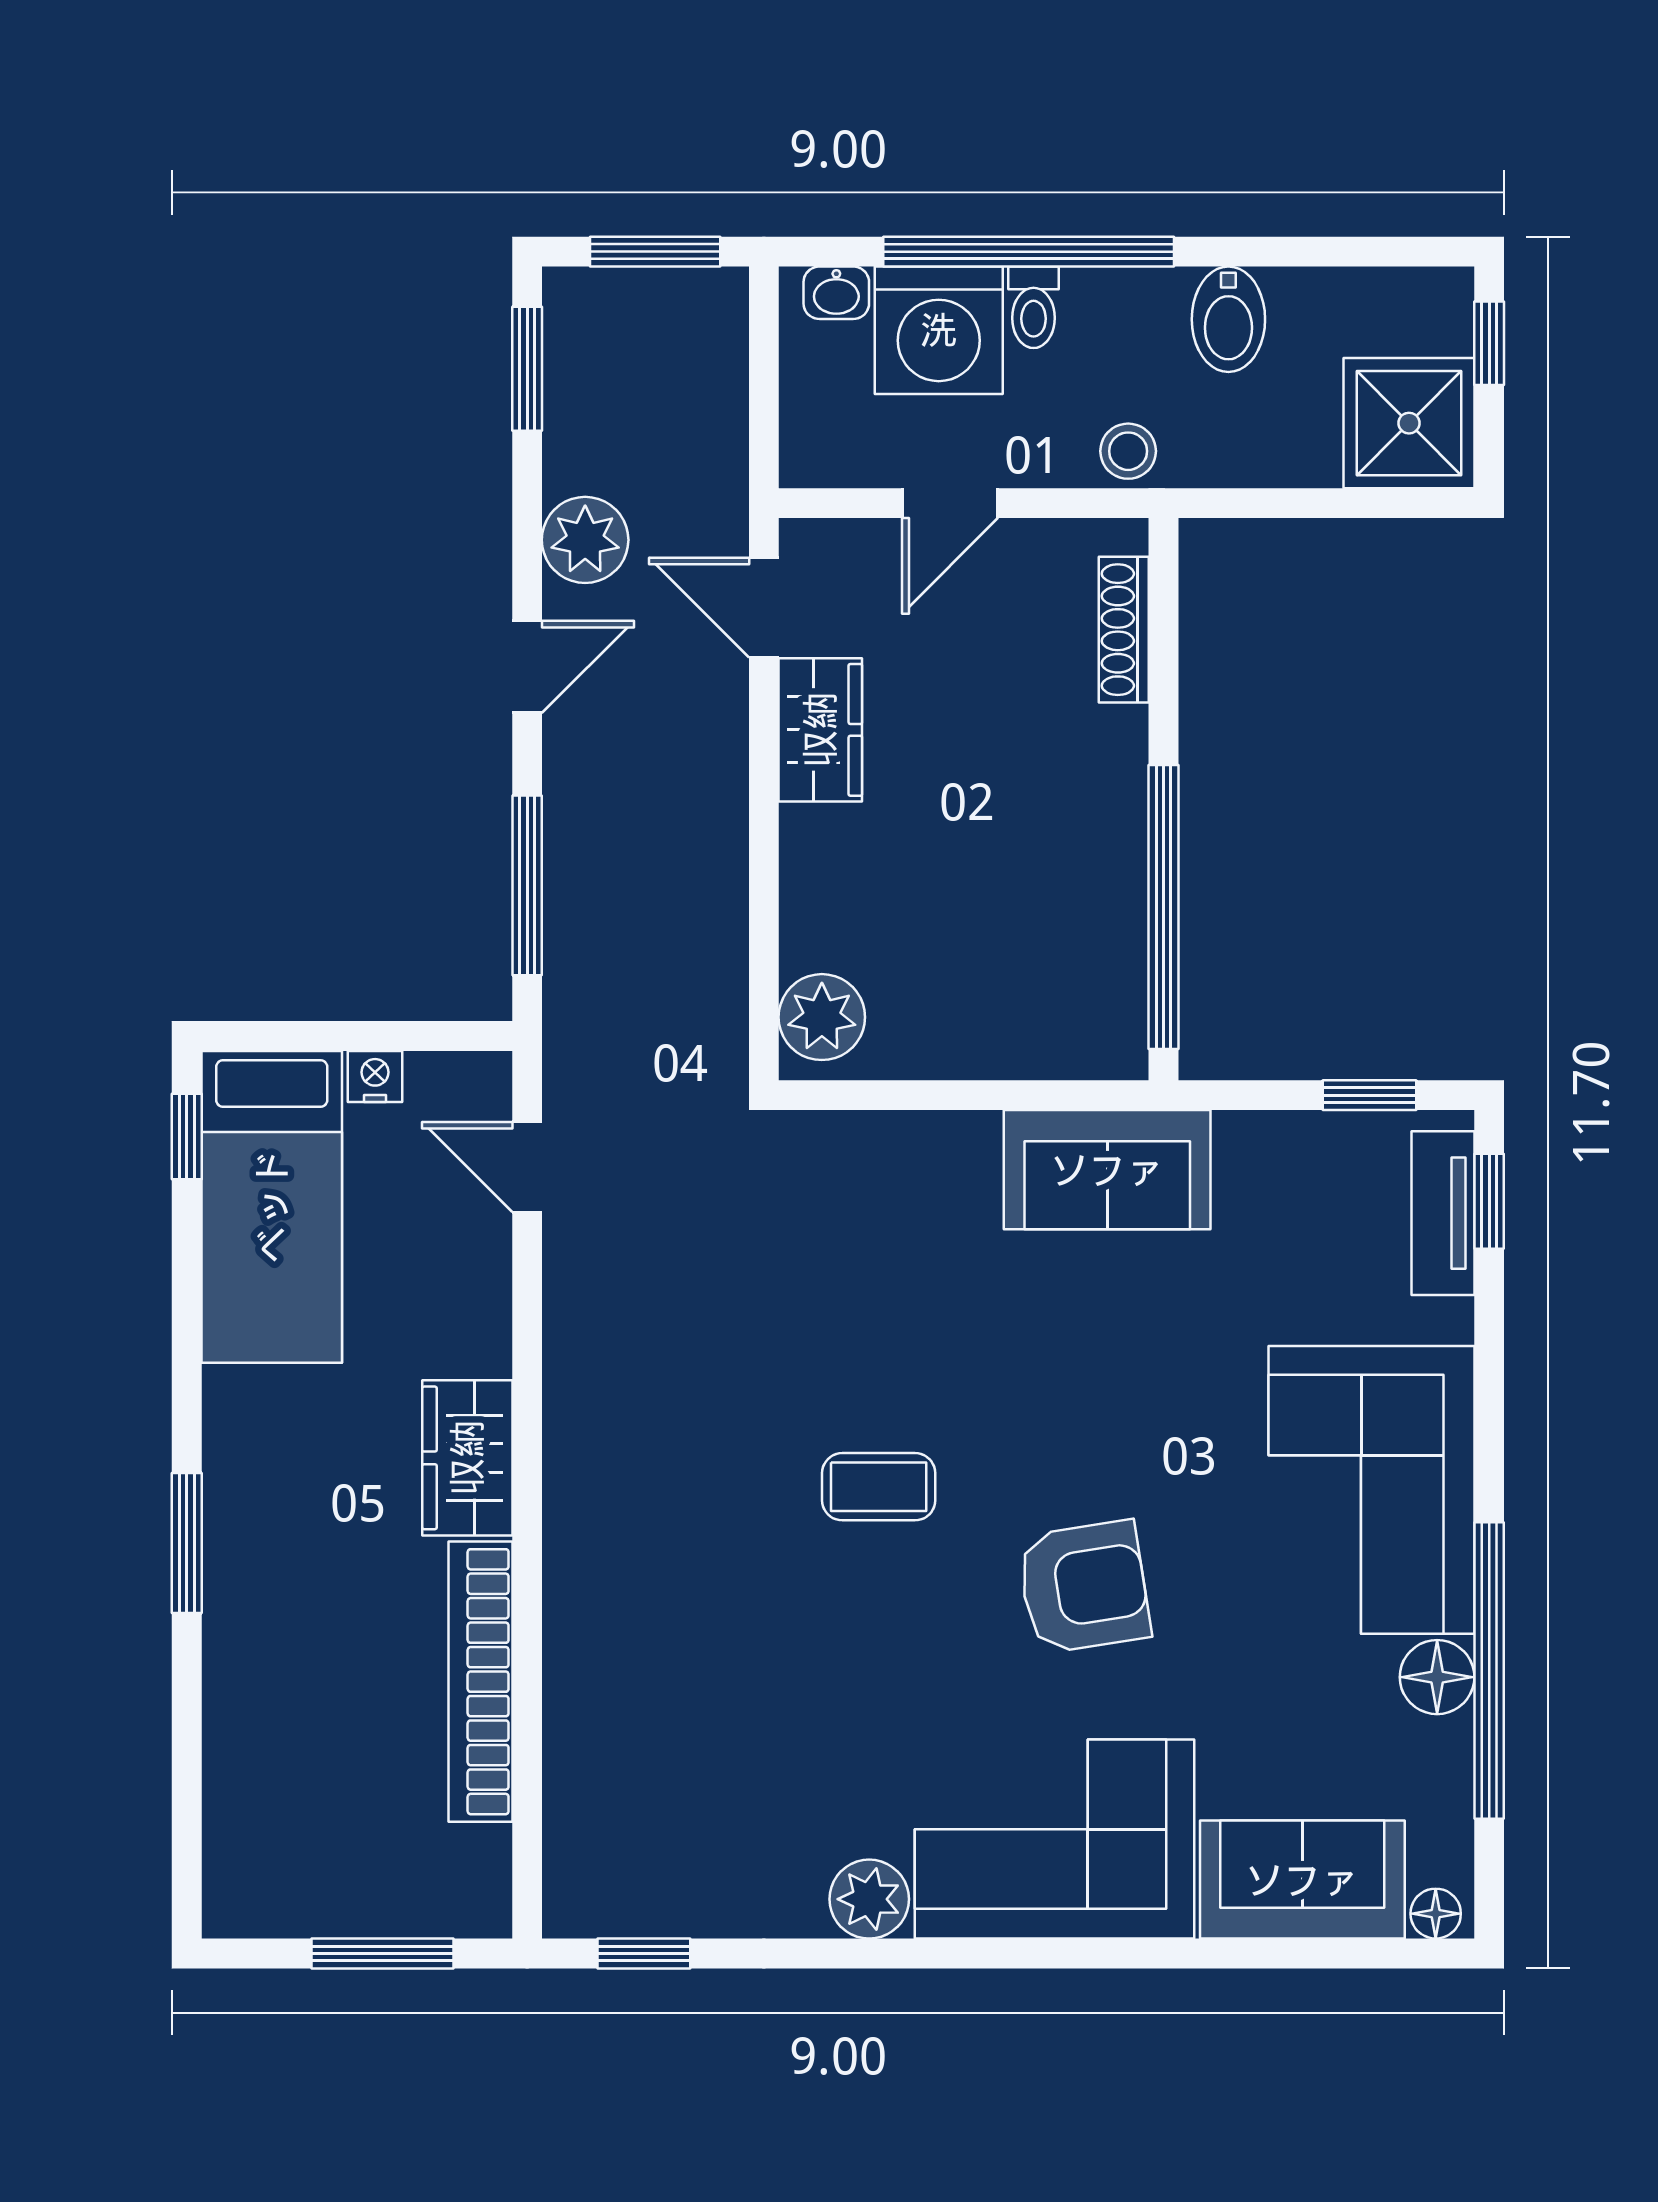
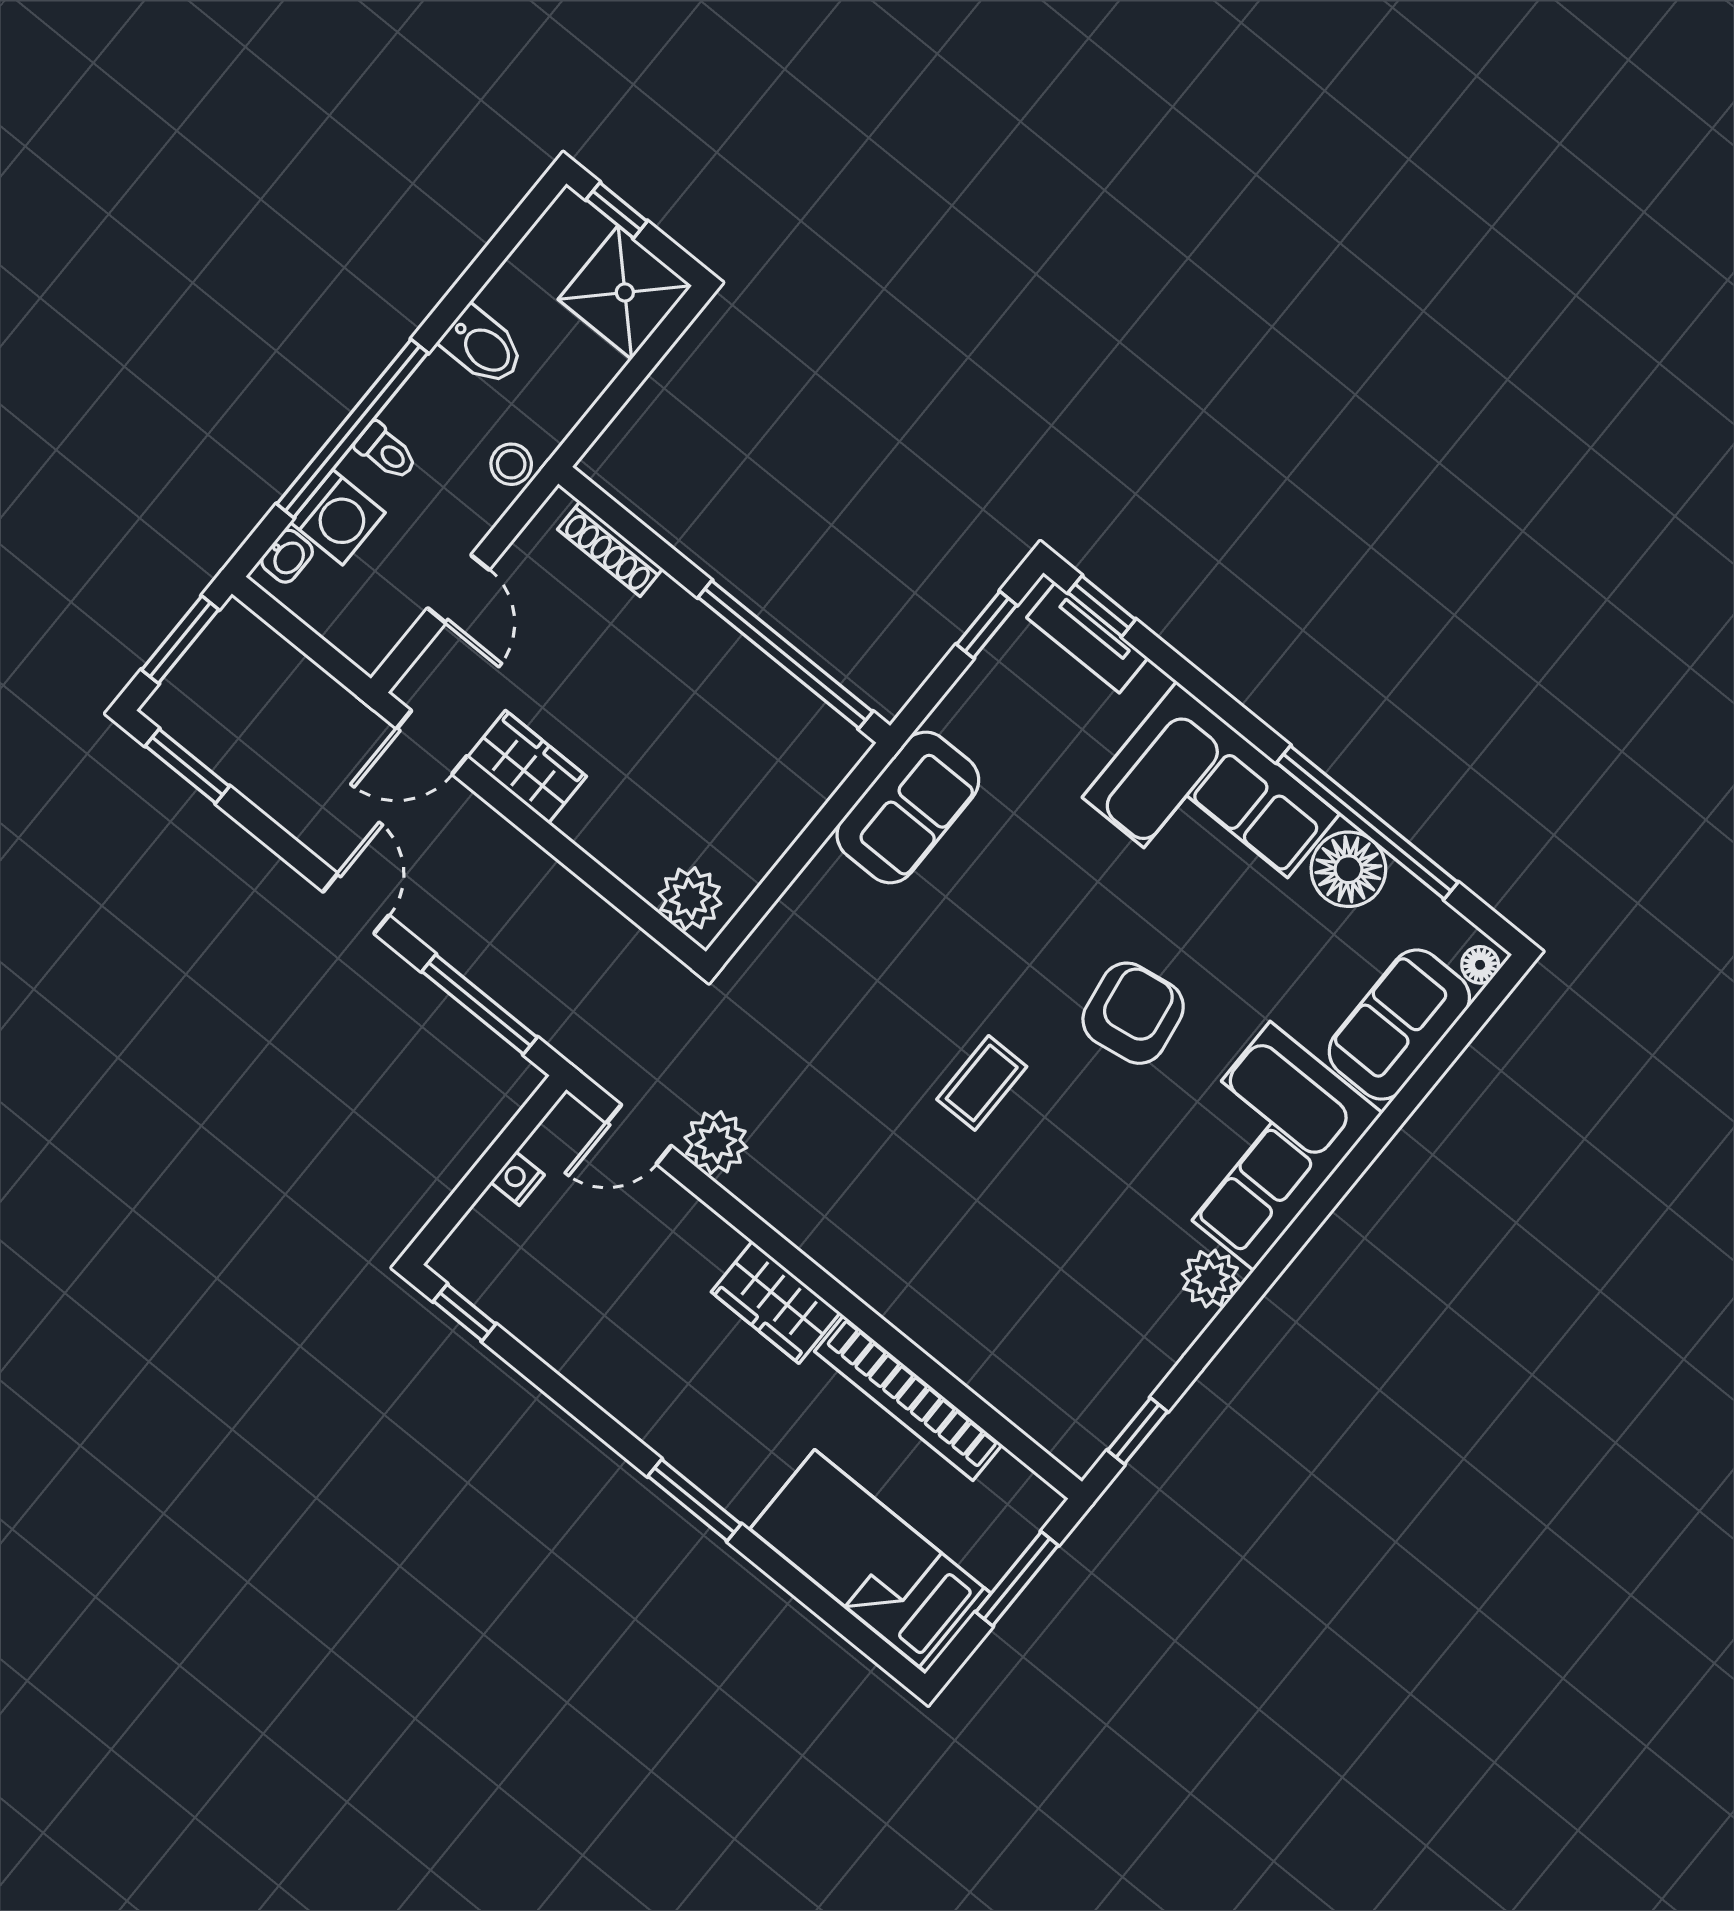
washing machine: (939, 330) -> (338, 517), width x0.73, depth x0.73
plant: (585, 540) -> (716, 1143), moved
bed: (272, 1207) -> (870, 1561), moved, turned 180
floor lamp: (1437, 1677) -> (1348, 869), width x1.38, depth x1.38

